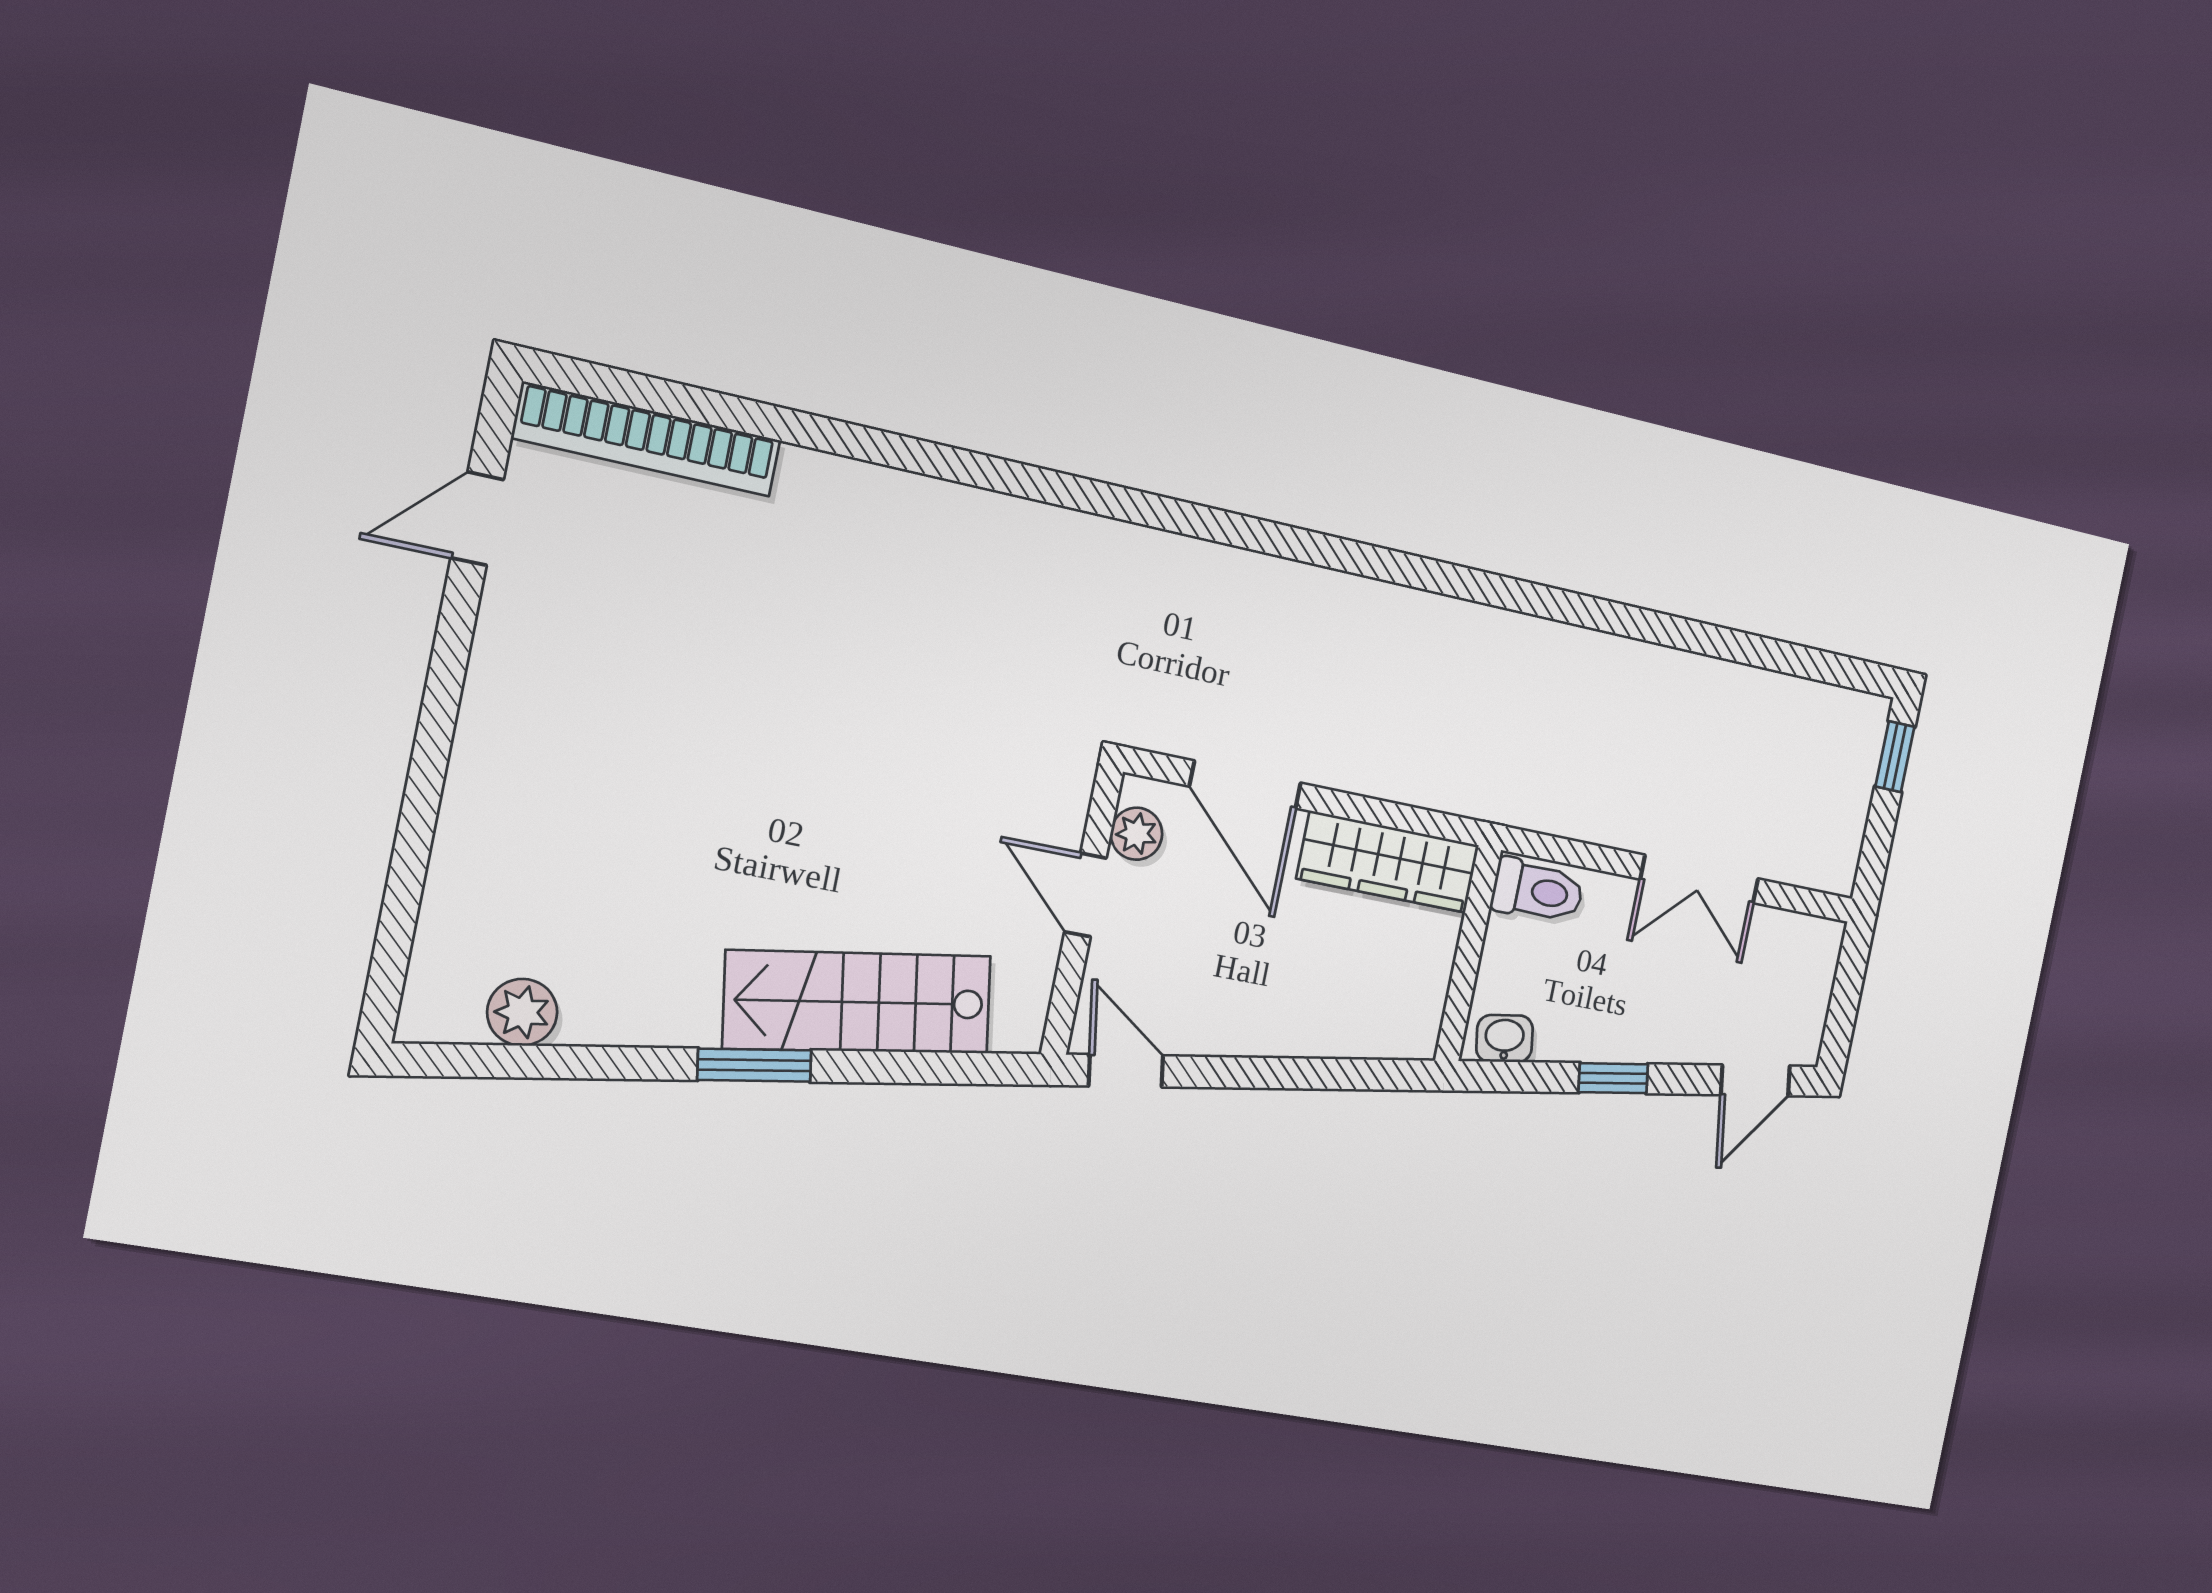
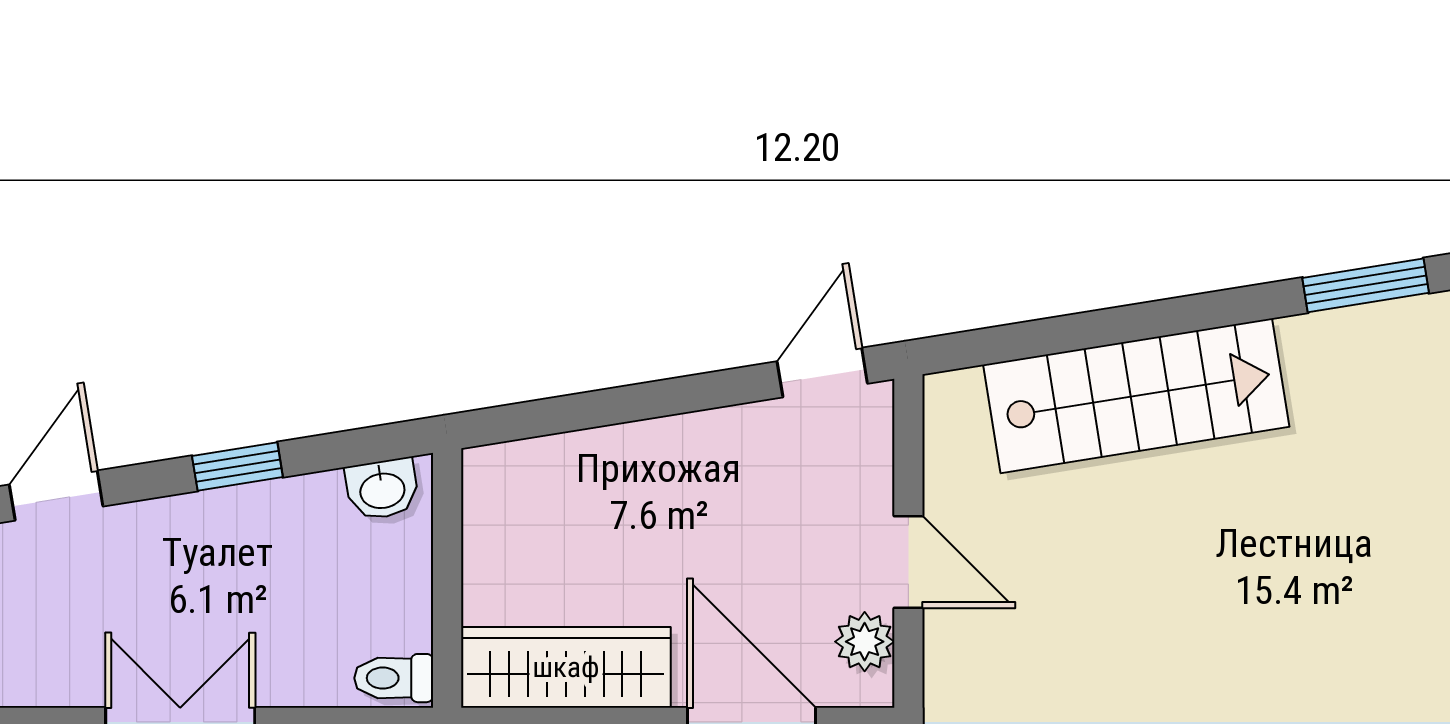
toilet: (1538, 891) -> (394, 678), width x0.73, depth x0.72
window: (754, 1065) -> (1366, 285), moved
door: (1126, 1071) -> (822, 373), swing flipped

